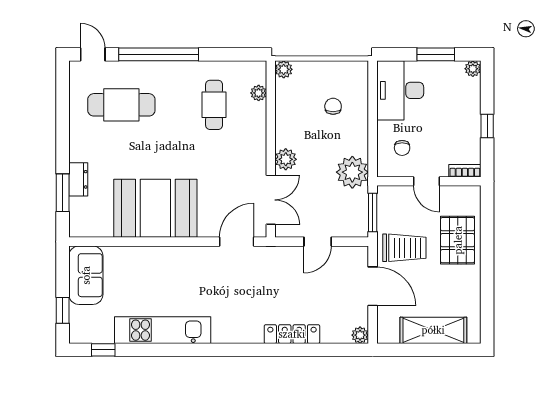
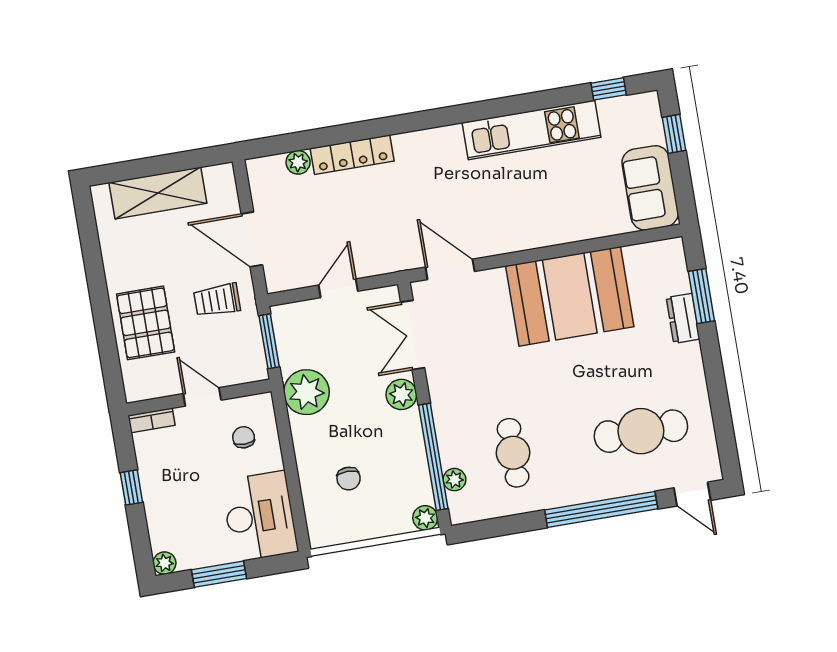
window: (271, 111) -> (433, 457), added
door: (237, 242) -> (450, 269), swing flipped
trolley: (404, 248) -> (217, 300), width x0.73, depth x0.72
plant: (360, 335) -> (298, 162), moved

